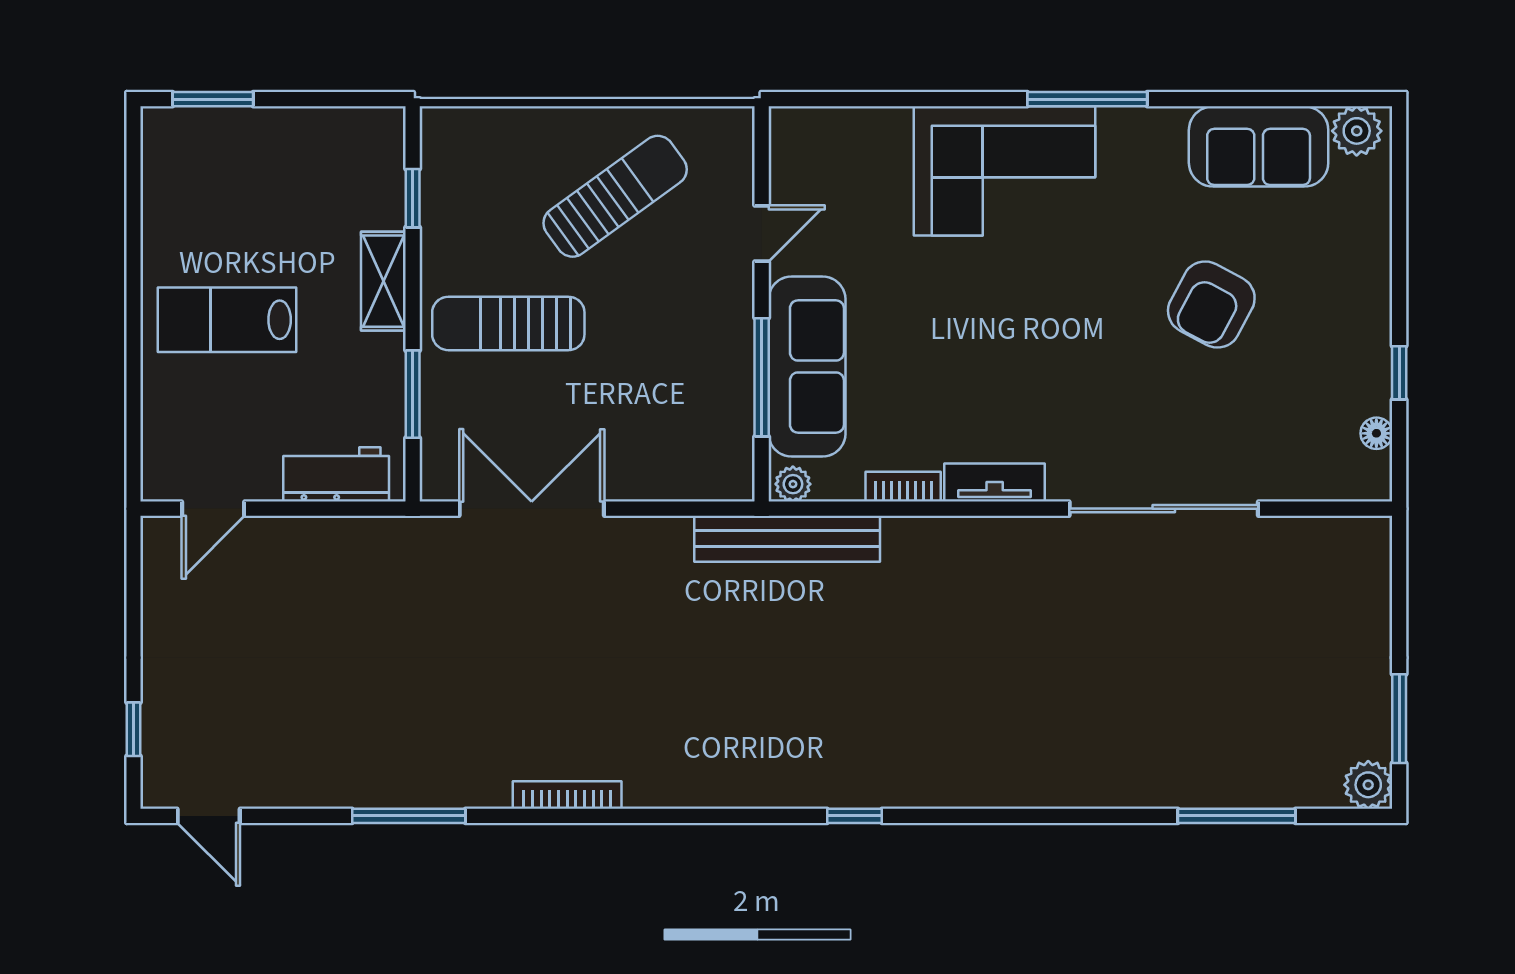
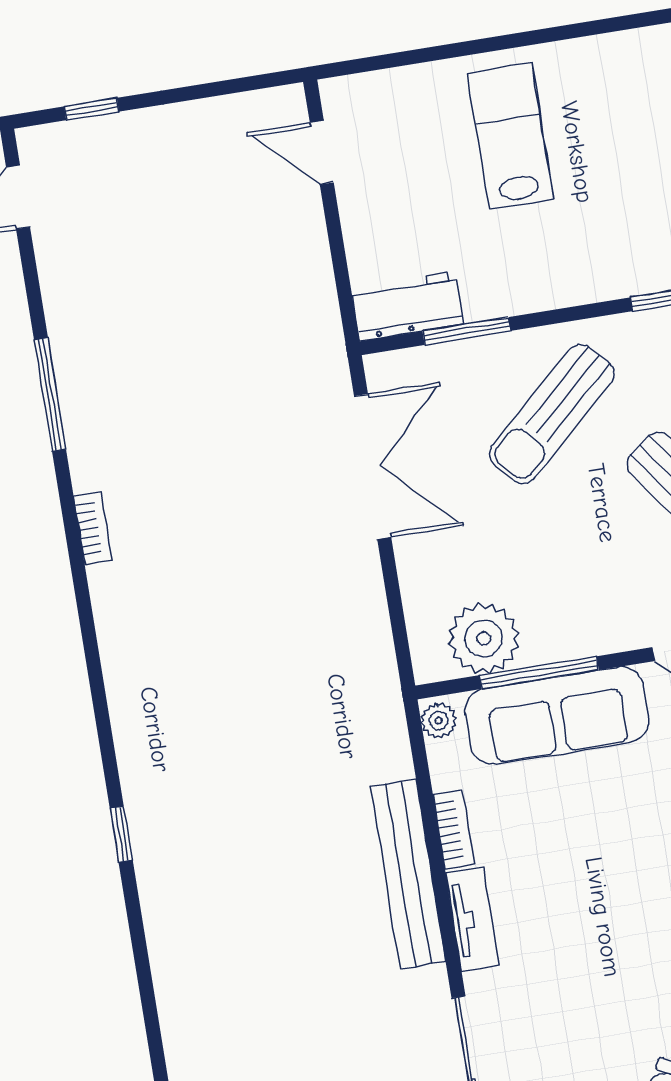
shelving: (383, 281) -> (573, 284), removed
sun lounger: (508, 323) -> (552, 414), turned -132
plant: (719, 426) -> (484, 638), added
workbench: (336, 474) -> (407, 306), moved, turned -90
bench: (787, 539) -> (408, 874), moved
bookcase: (567, 795) -> (93, 528), width x0.64

